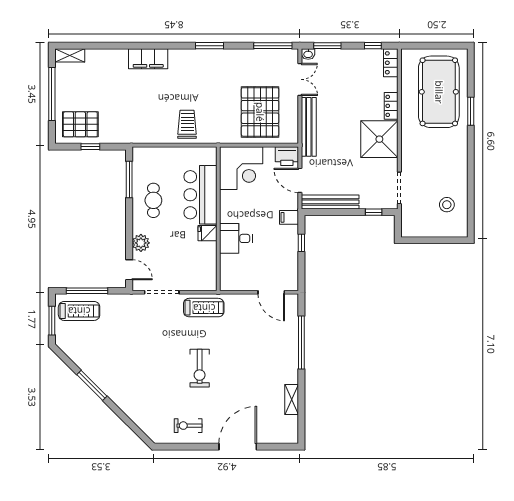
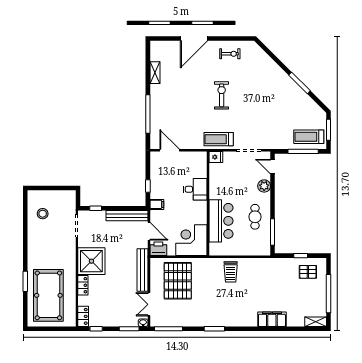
filing cabinet: (148, 59) -> (272, 319), moved
pallet: (80, 124) -> (308, 272), width x0.67, depth x0.71
fridge: (207, 233) -> (216, 157), moved

